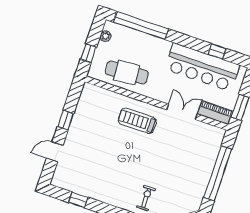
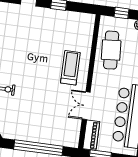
double door: (182, 112) -> (86, 106), swing flipped

